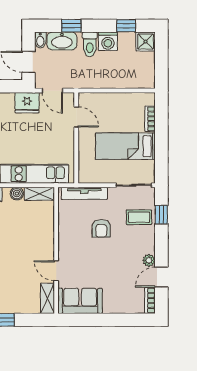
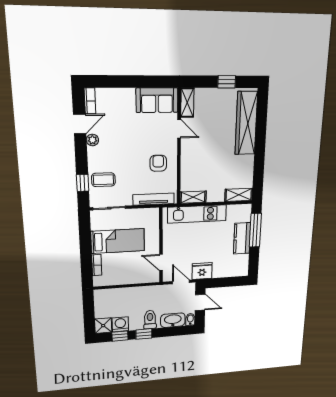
window: (71, 26) -> (144, 334), moved
washing machine: (108, 41) -> (120, 324), moved
boiler: (17, 194) -> (212, 197), removed
armchair: (101, 228) -> (158, 163), moved

